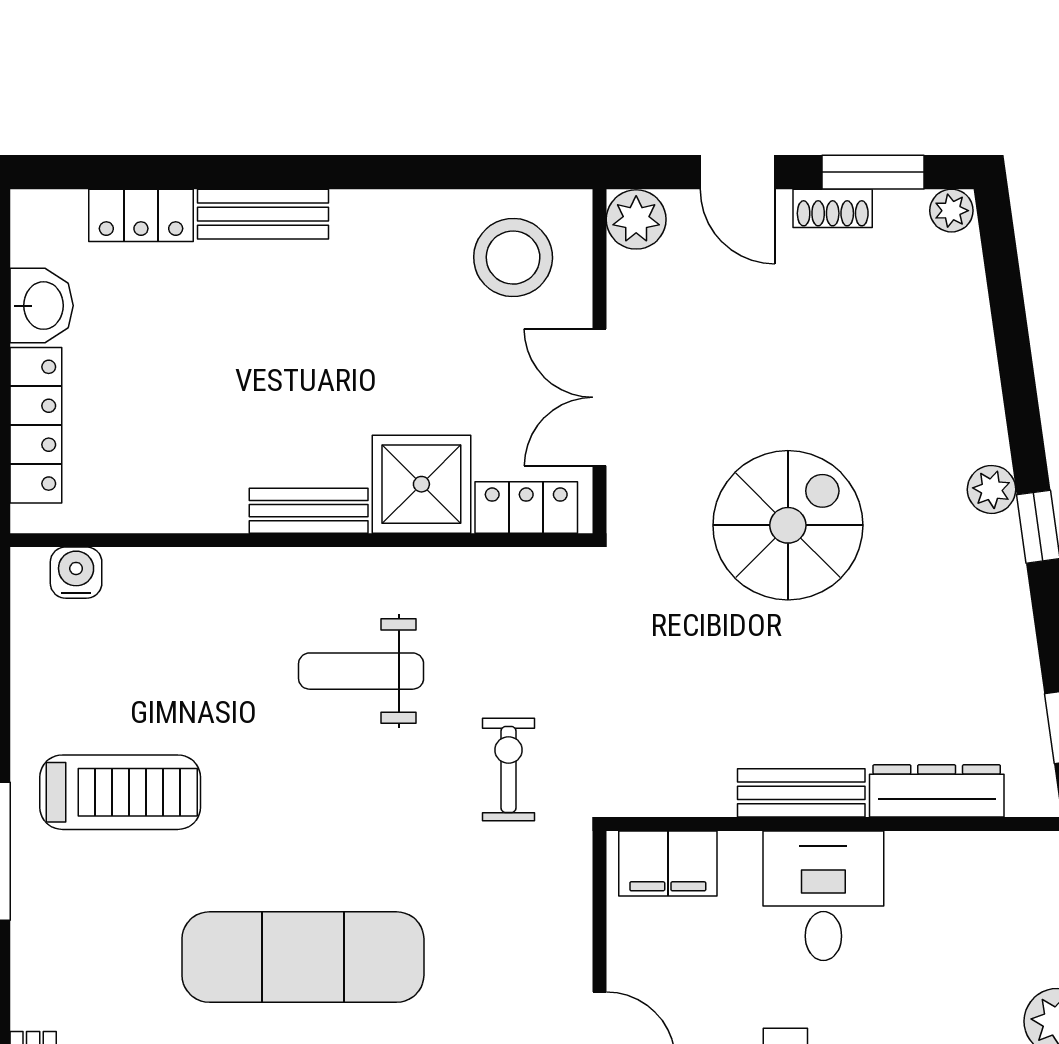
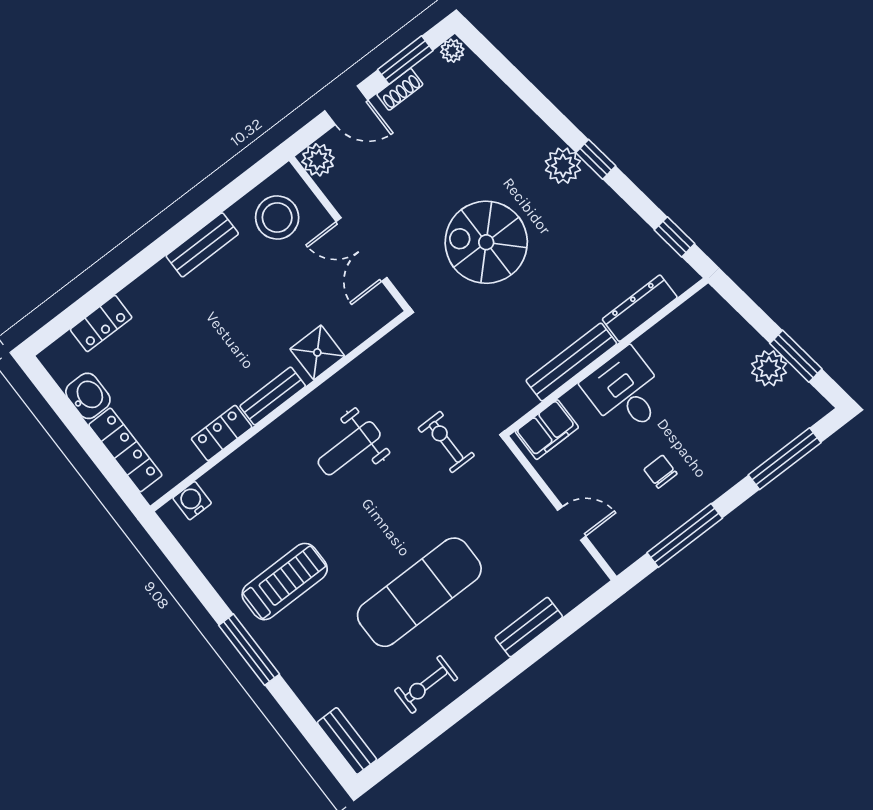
bench: (263, 214) -> (202, 245), moved
shower: (421, 484) -> (317, 352), width x0.73, depth x0.73
plant: (991, 489) -> (563, 166), width x1.38, depth x1.38
locker: (526, 507) -> (222, 433), moved
spiral stairs: (788, 525) -> (486, 242), turned -90
bench: (801, 793) -> (571, 362), width x1.36

